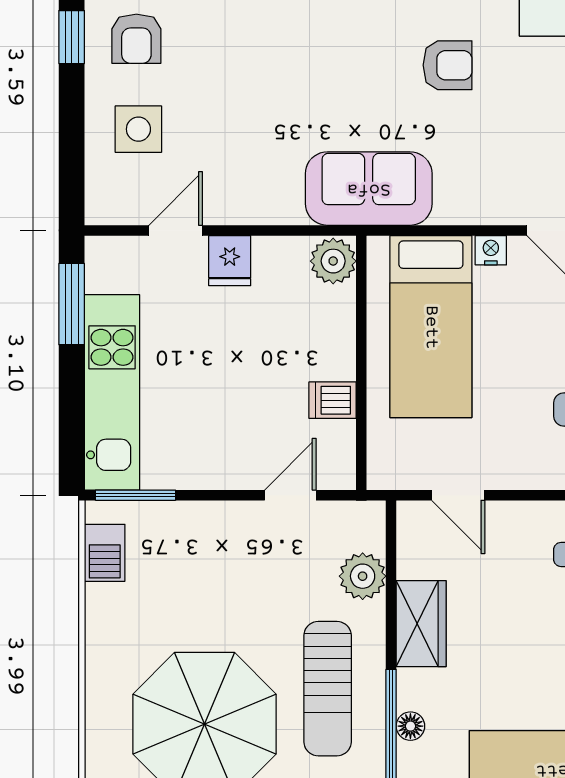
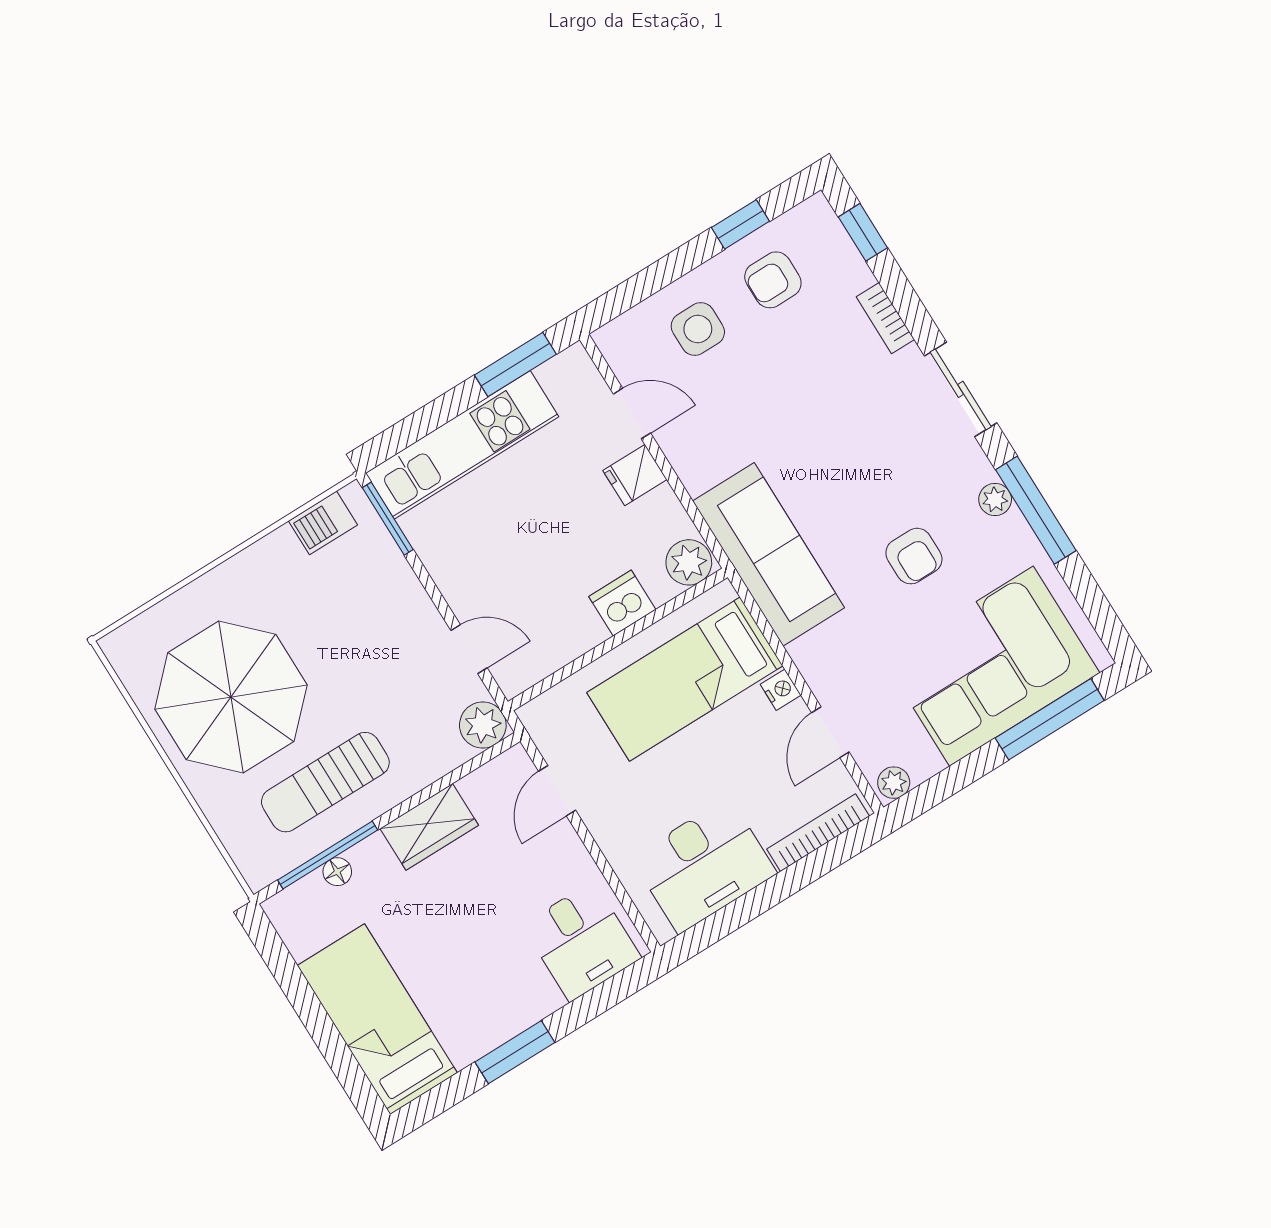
sofa: (369, 189) -> (769, 554), width x1.36
dishwasher: (333, 400) -> (622, 603), moved, width x1.38
plant: (363, 576) -> (483, 725), moved

